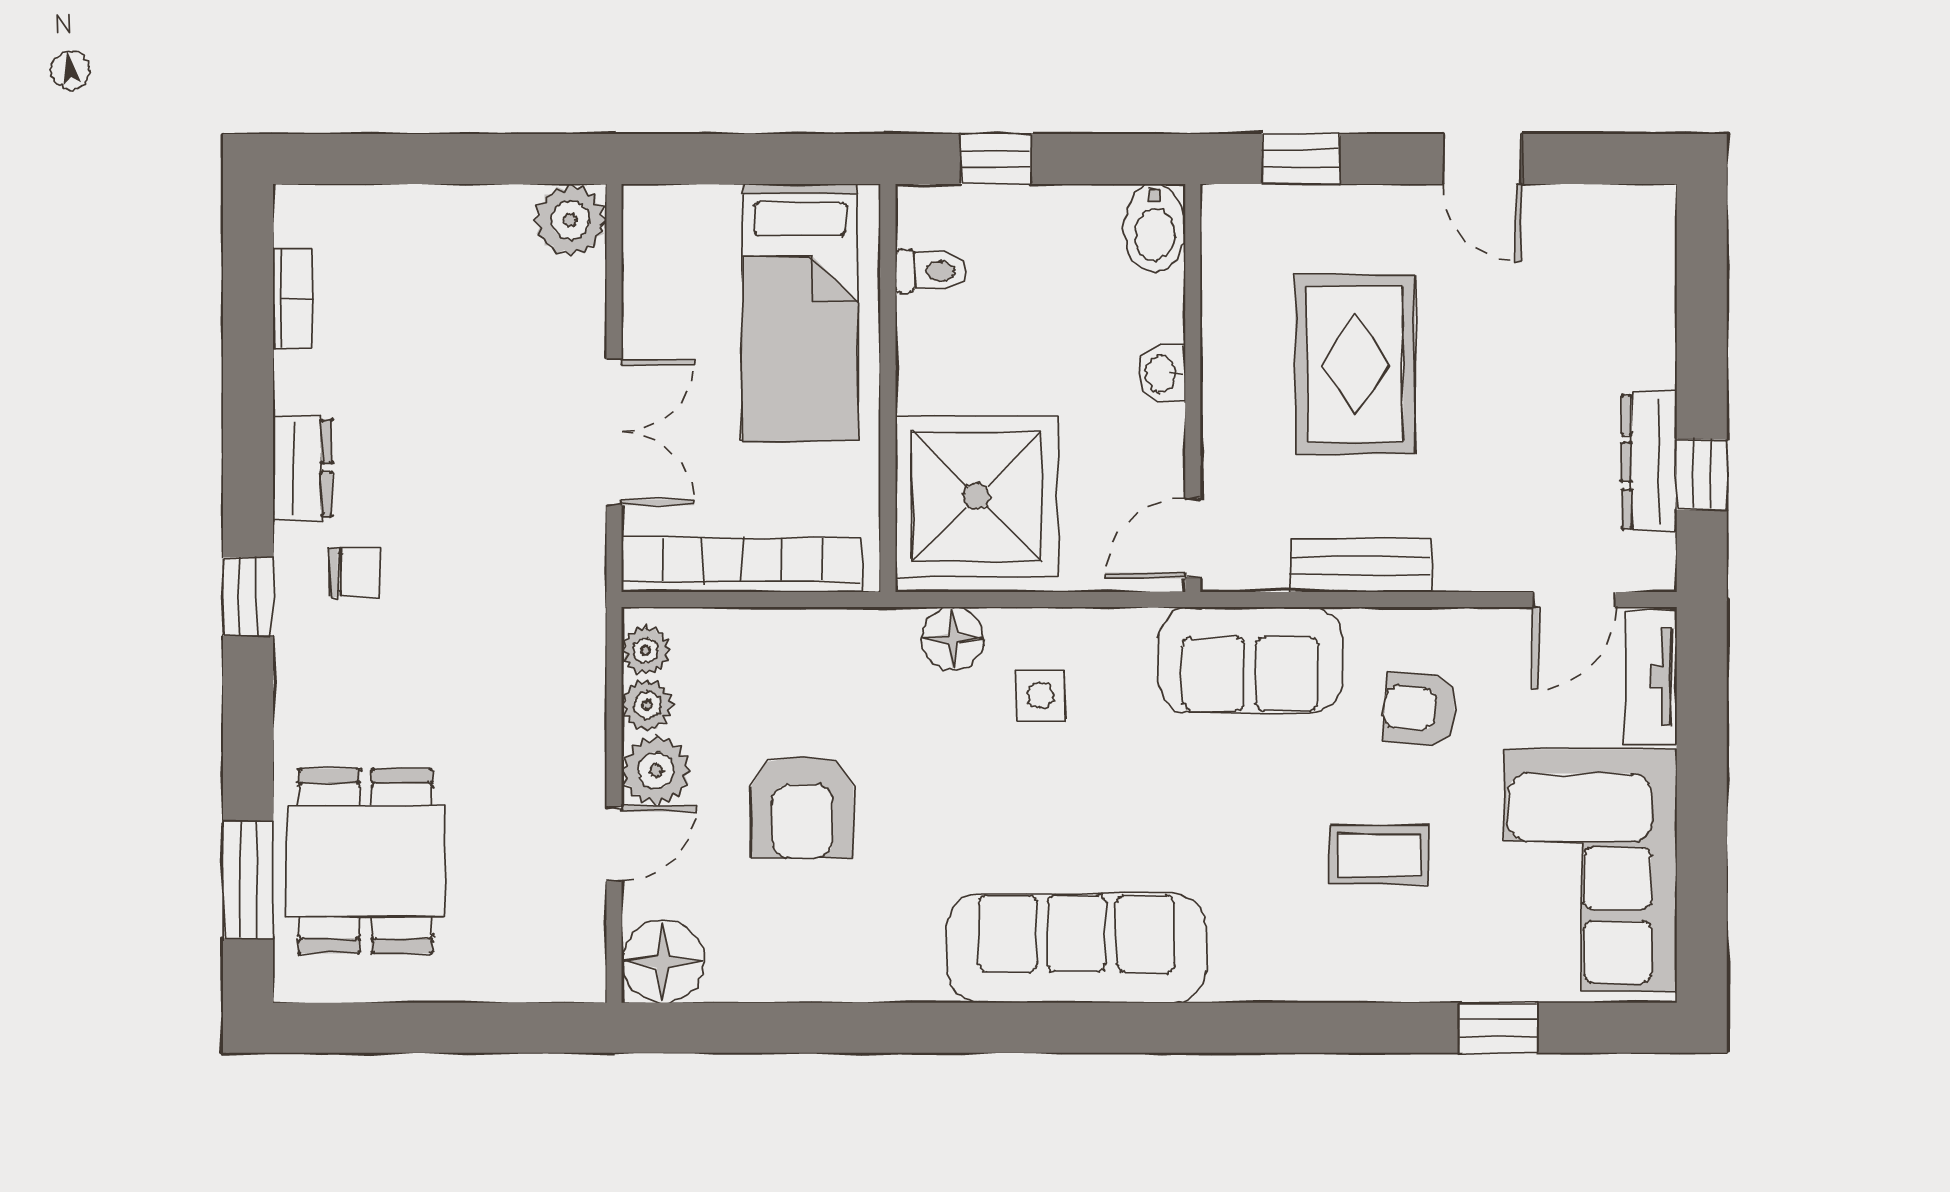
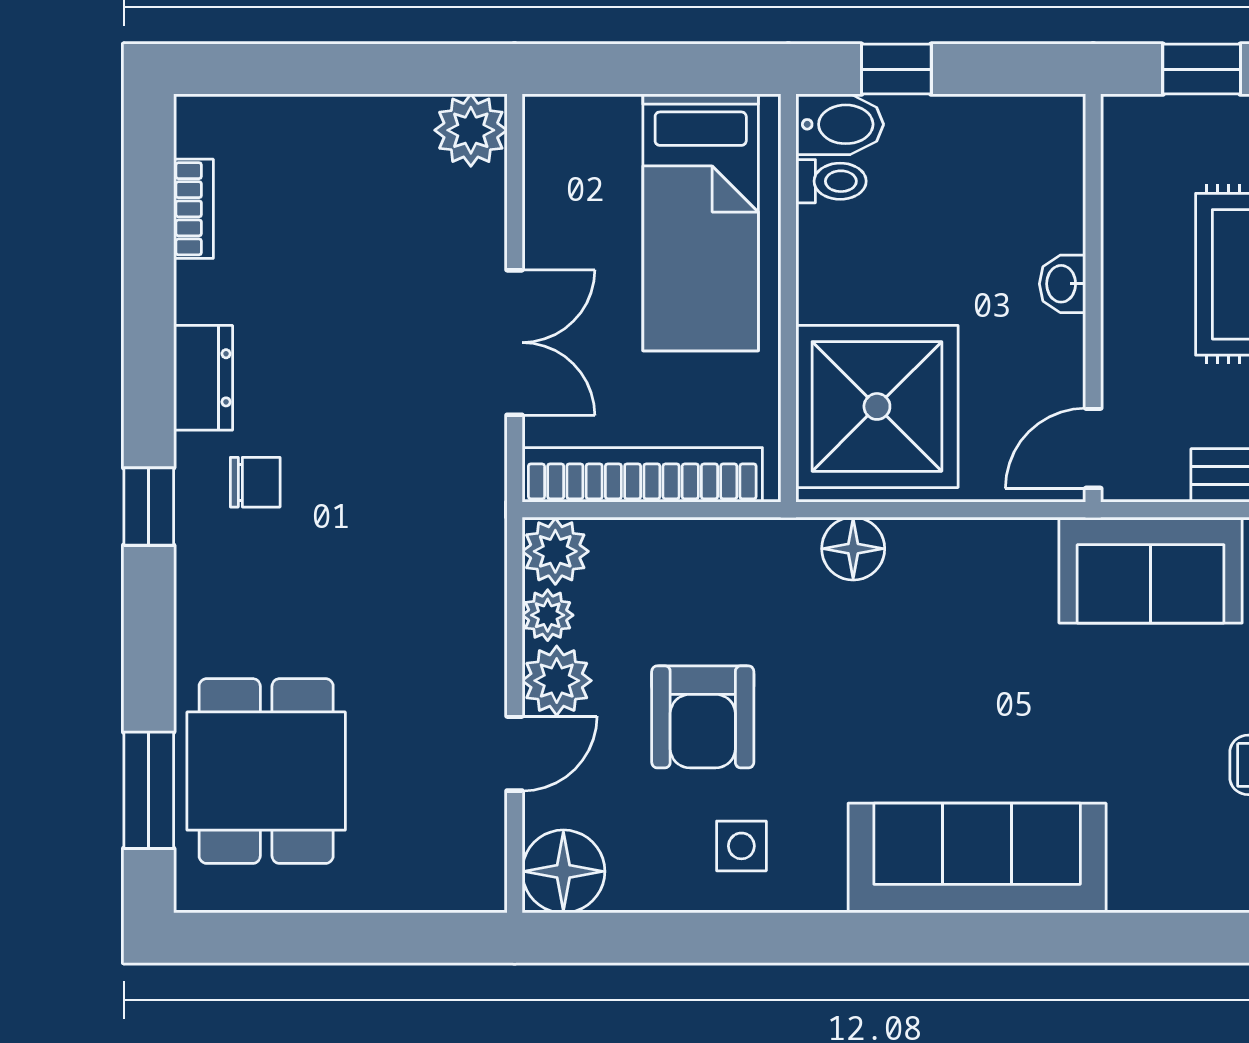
bidet: (1155, 228) -> (840, 124), moved, turned -90
plant: (646, 650) -> (555, 551), width x1.38, depth x1.38
side table: (1041, 695) -> (741, 846), moved

